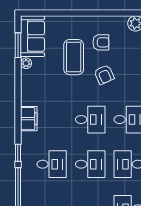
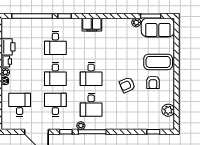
coffee table: (74, 57) -> (158, 62), moved

